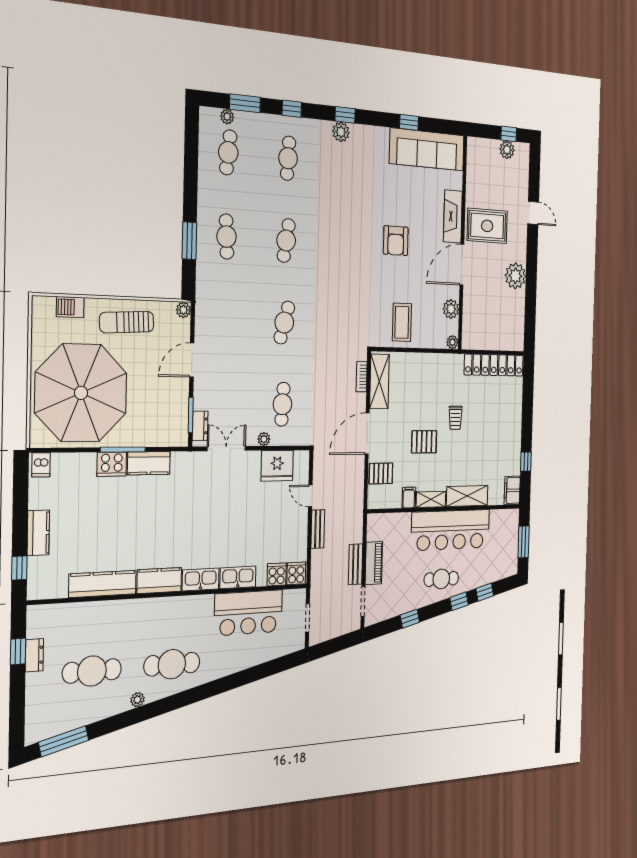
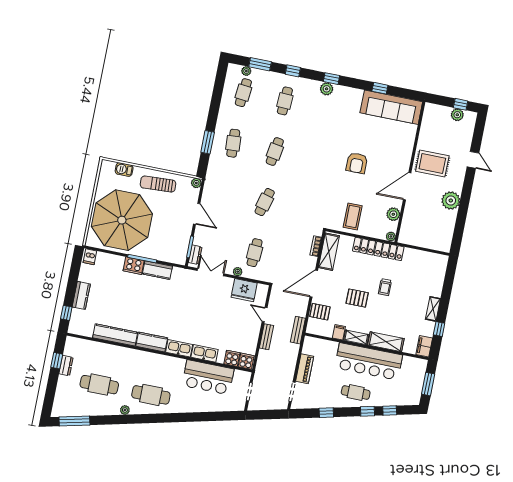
fireplace: (453, 216) -> (405, 153), removed
door: (192, 360) -> (197, 214), swing flipped
locker: (494, 365) -> (378, 249), moved
shelving: (515, 435) -> (433, 309), added
bench: (356, 564) -> (298, 330), moved

